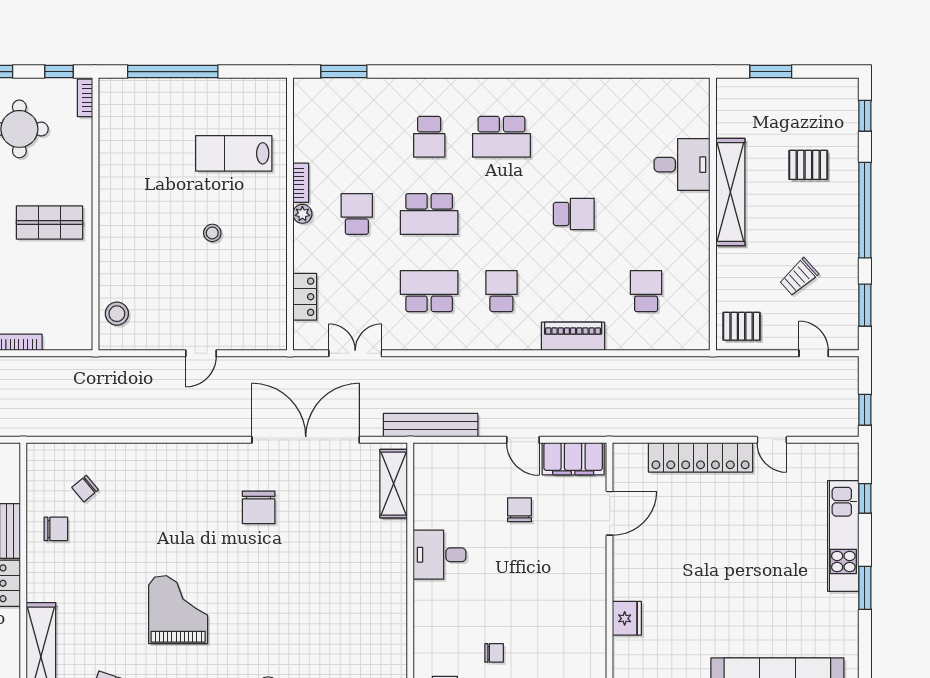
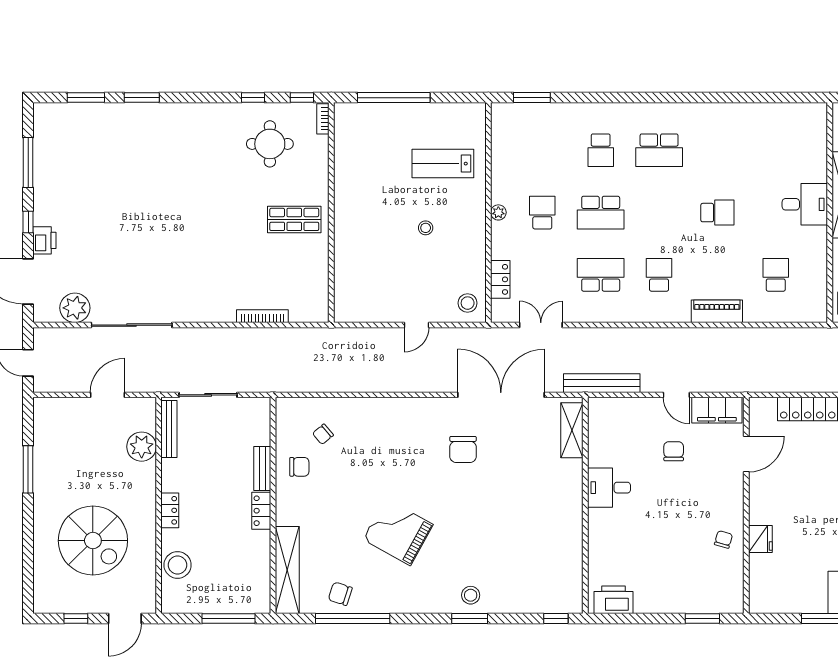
desk: (682, 165) -> (805, 204), moved
bookcase: (301, 183) -> (497, 187), removed
stool: (117, 314) -> (468, 303), moved
grand piano: (178, 610) -> (398, 532), turned -61
chair: (494, 653) -> (723, 539), moved, turned -74

